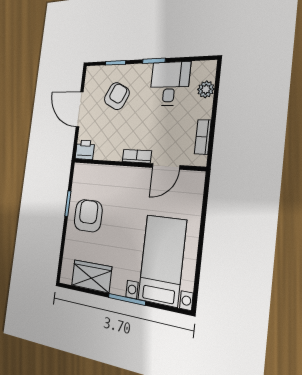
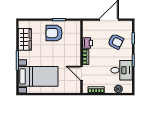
printer: (85, 150) -> (87, 43), moved
armchair: (88, 216) -> (54, 33), turned 180

